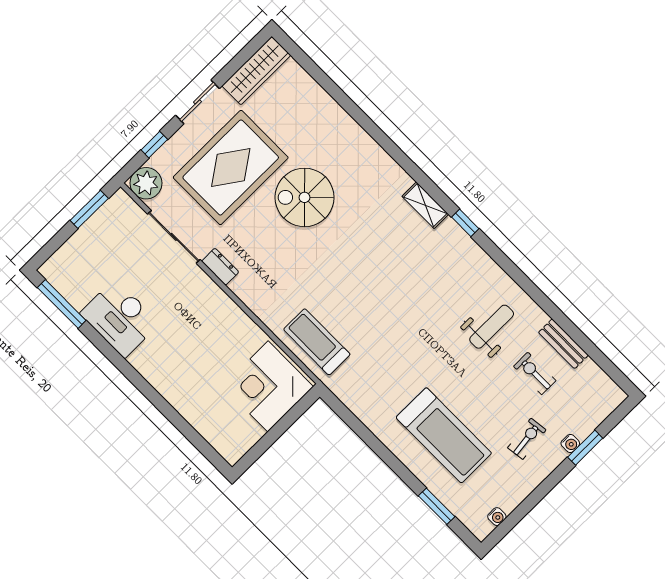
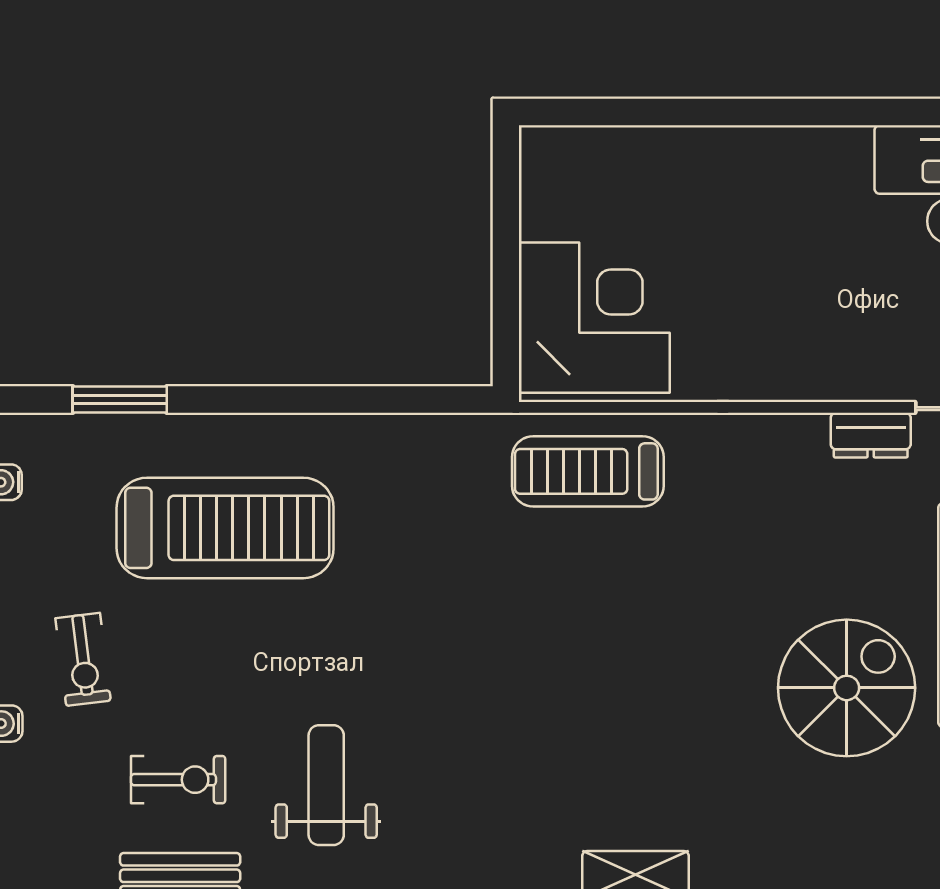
weight bench: (492, 327) -> (326, 785), turned 180
treadmill: (317, 342) -> (588, 471), turned 180
treadmill: (444, 435) -> (225, 528), turned 180

